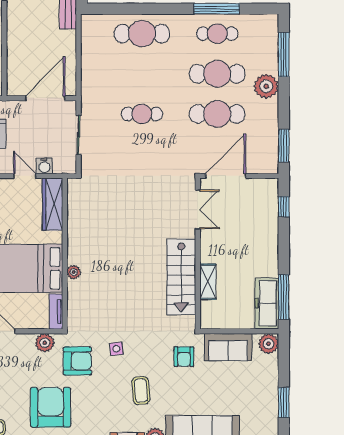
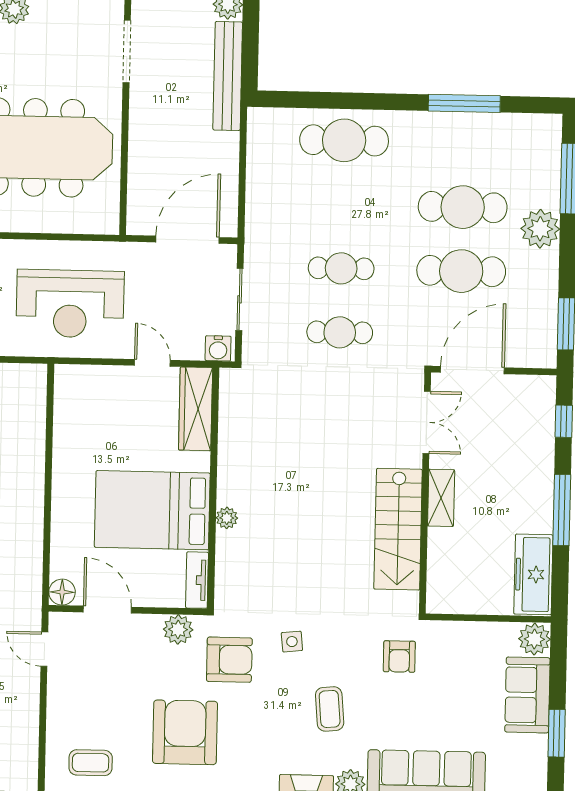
cafe table: (217, 34) -> (340, 332), moved
water cooler: (44, 166) -> (218, 348), moved
shelving: (208, 282) -> (441, 498), moved
window: (284, 297) -> (562, 510), moved
sofa: (228, 347) -> (527, 695), moved, turned 90

